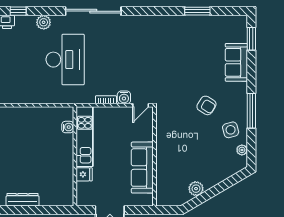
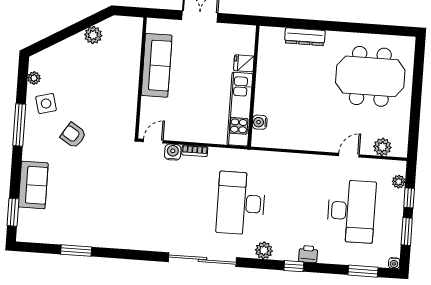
water cooler: (68, 127) -> (260, 122), moved
kitchen unit: (85, 137) -> (240, 109), moved
wall: (75, 156) -> (254, 86), moved
fridge: (84, 174) -> (244, 63), moved

